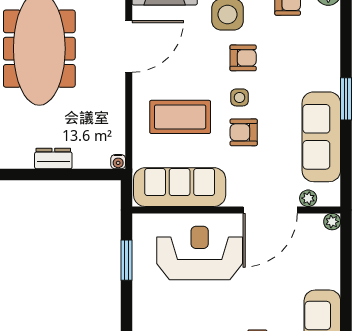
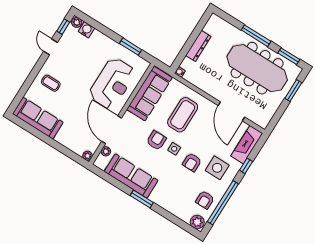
dresser: (53, 158) -> (198, 46), width x1.44

